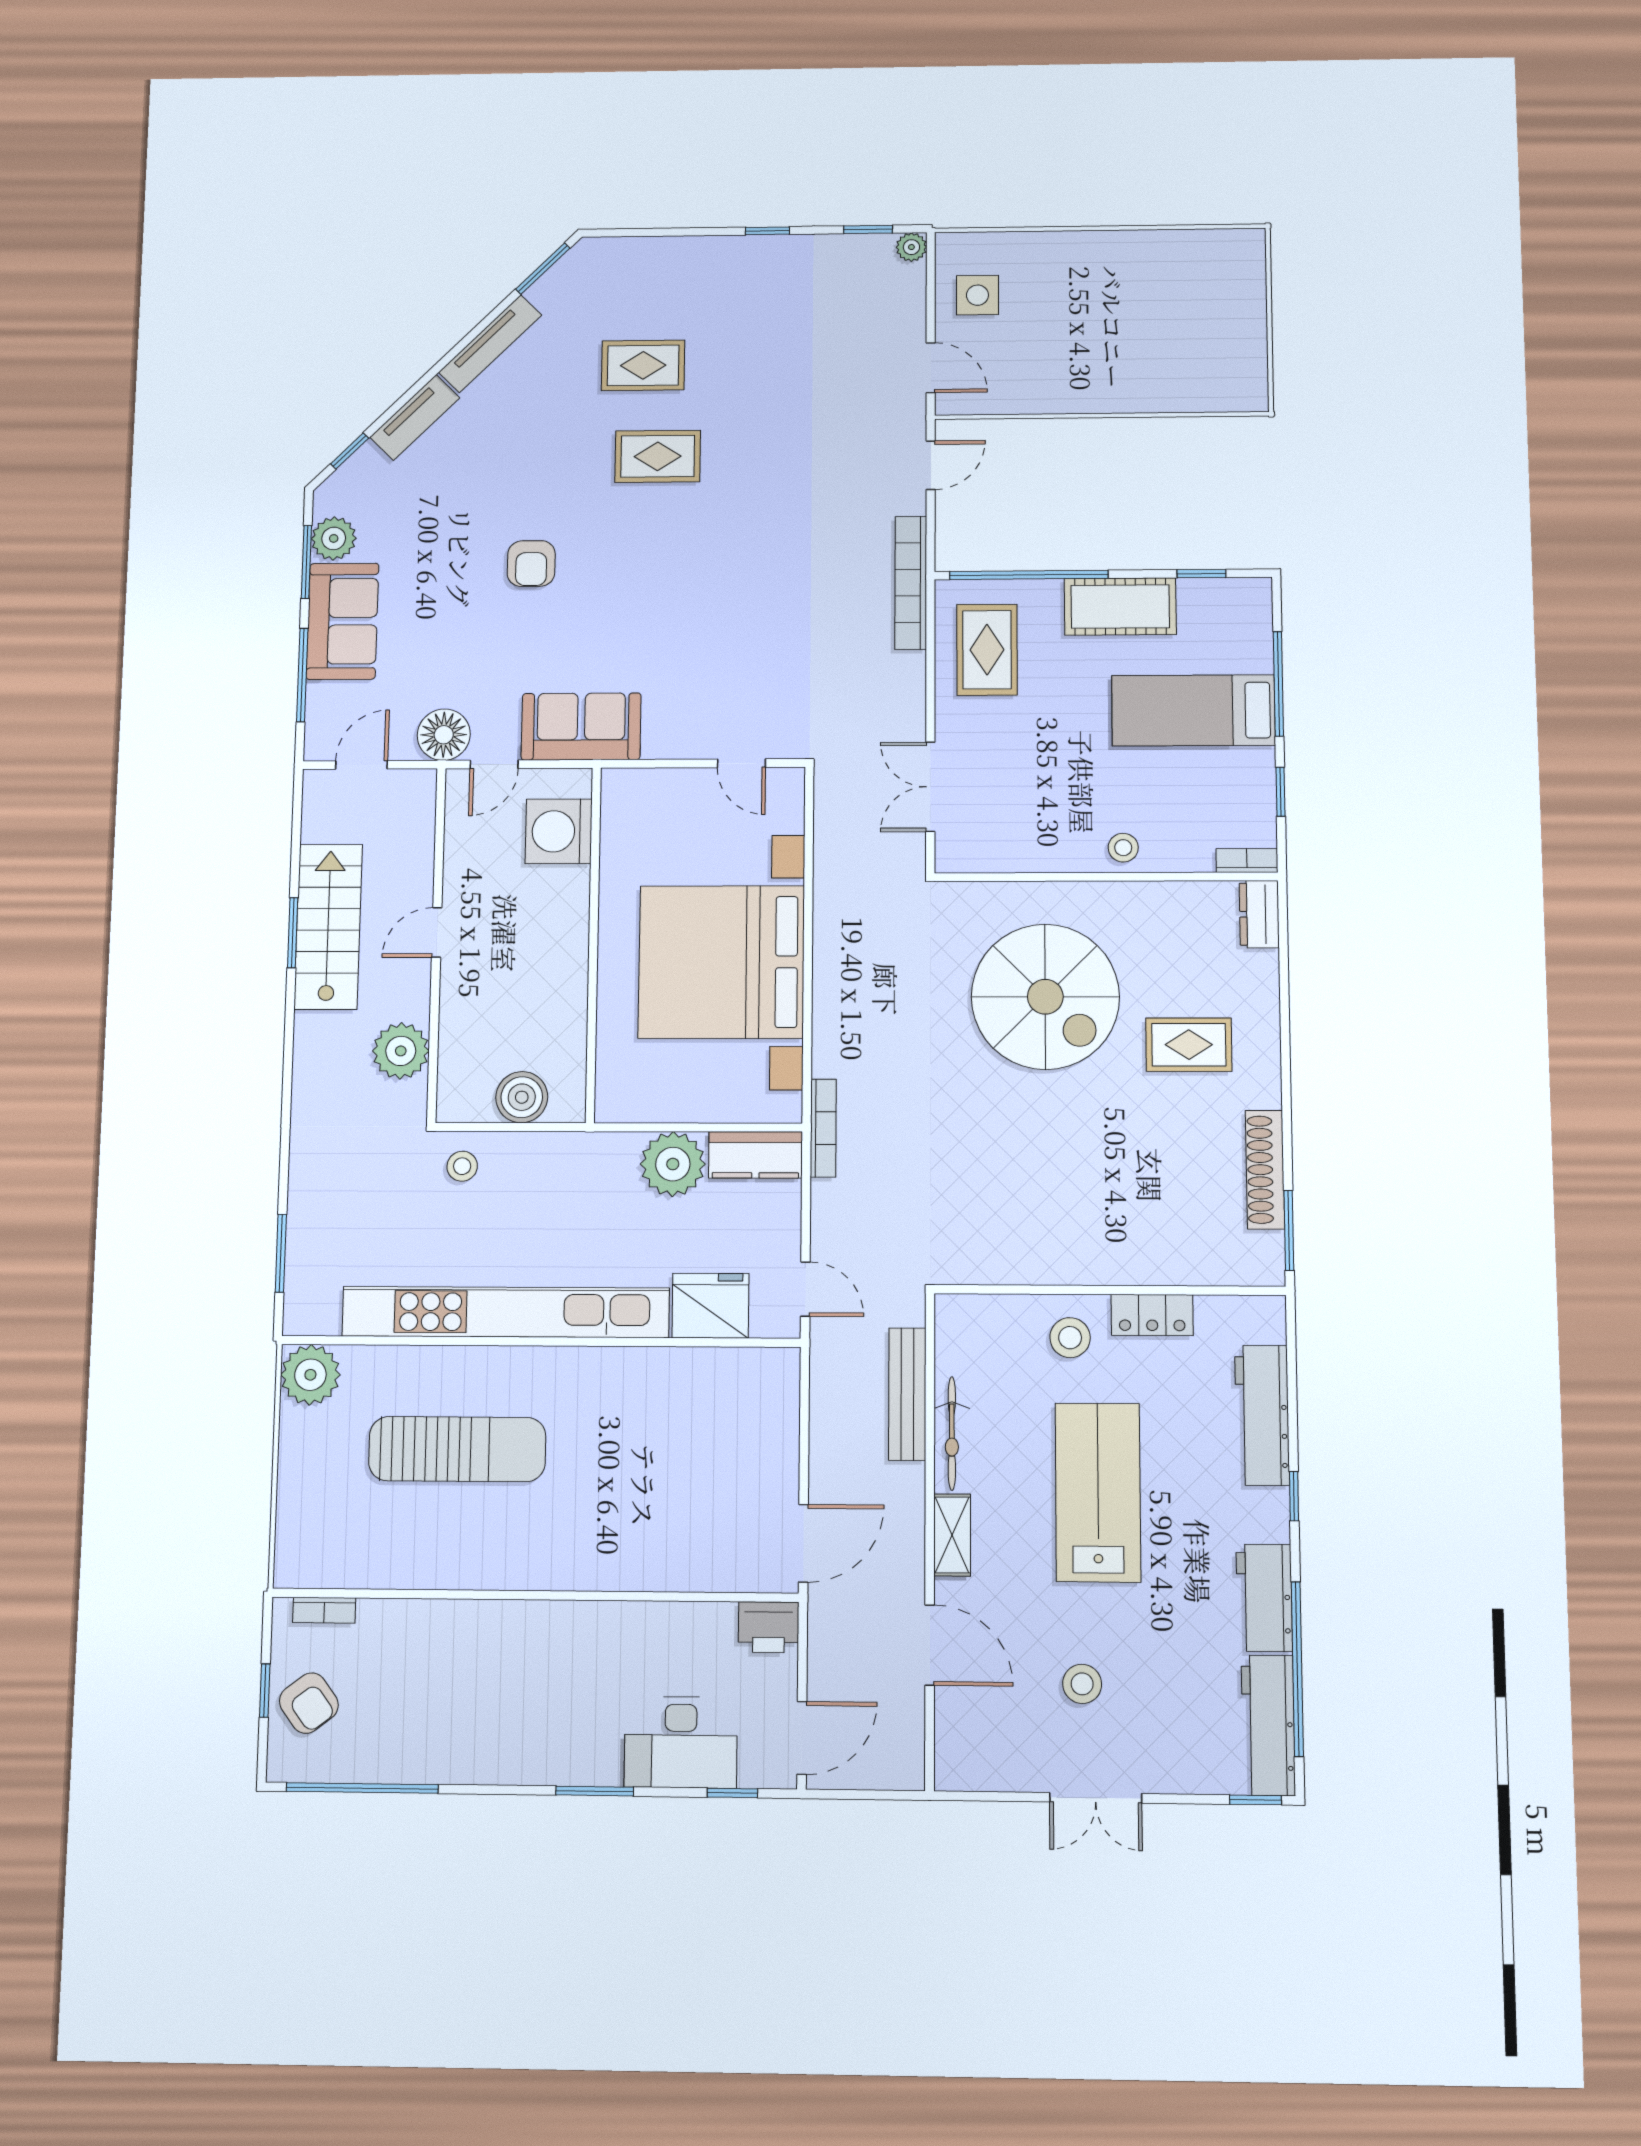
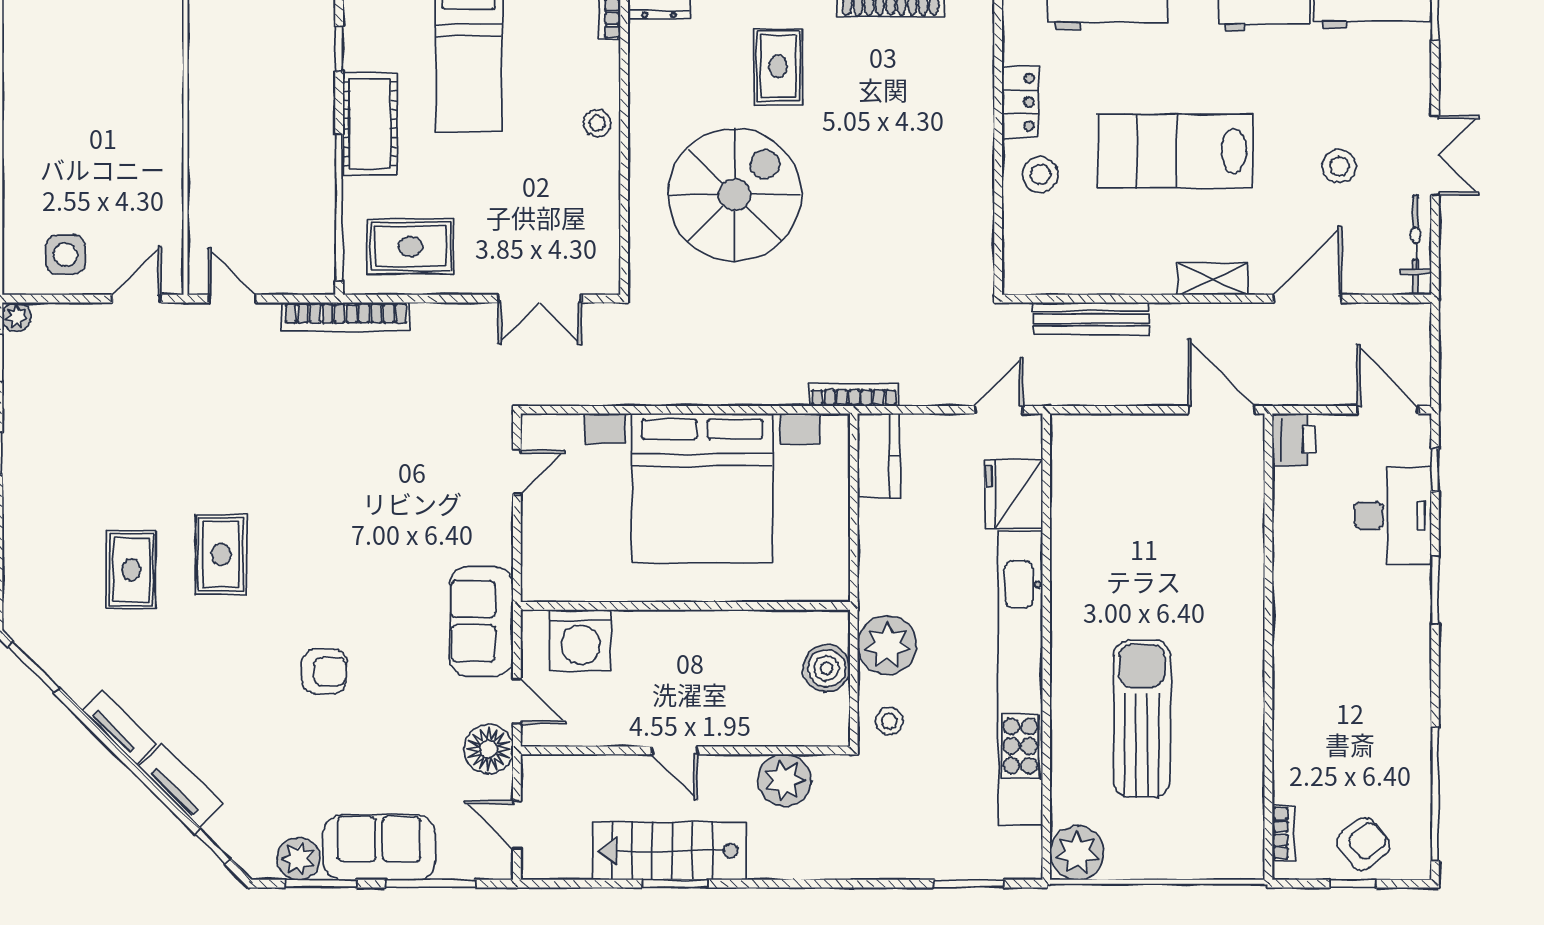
tv unit: (490, 344) -> (119, 727), width x0.71
plant: (673, 1164) -> (887, 645), moved
bicycle: (952, 1433) -> (1416, 245), moved, turned -90

